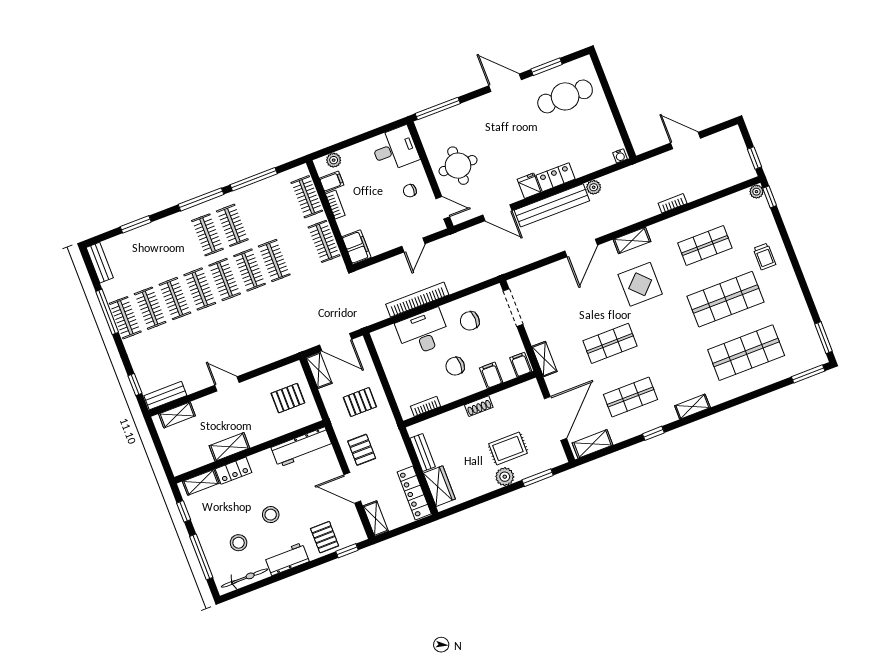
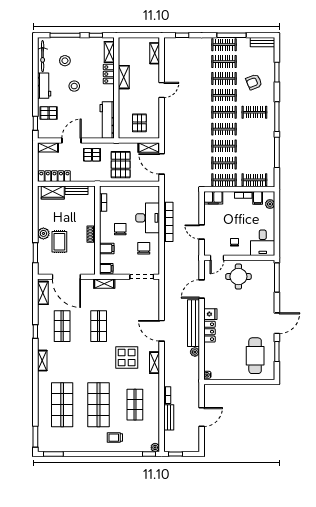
clothes rail: (232, 225) -> (224, 163), moved
armchair: (163, 253) -> (254, 82), added
door: (336, 342) -> (162, 164), hinge flipped
bench: (165, 396) -> (169, 417), moved
pallet: (360, 402) -> (121, 165), width x1.50, depth x1.42

